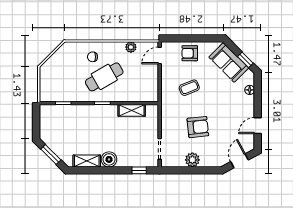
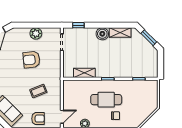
cafe table: (104, 77) -> (106, 100), turned 30

